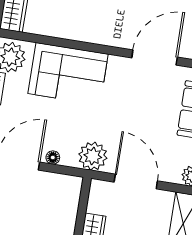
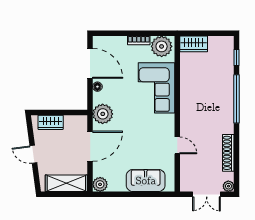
door: (155, 57) -> (177, 145), width x0.53

